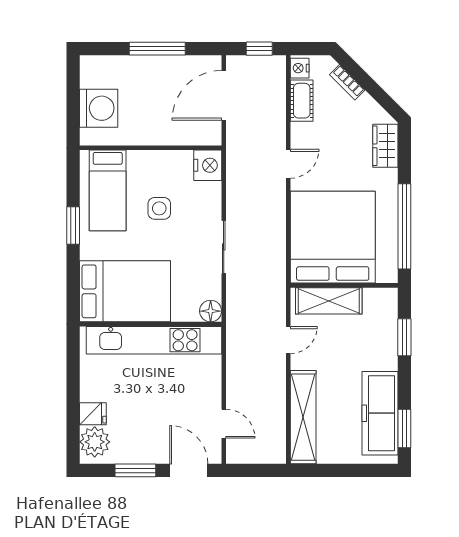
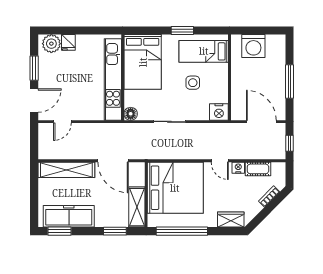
nightstand: (300, 68) -> (238, 168), moved
shelving: (329, 301) -> (137, 207), moved
door: (288, 340) -> (113, 161), width x1.88

